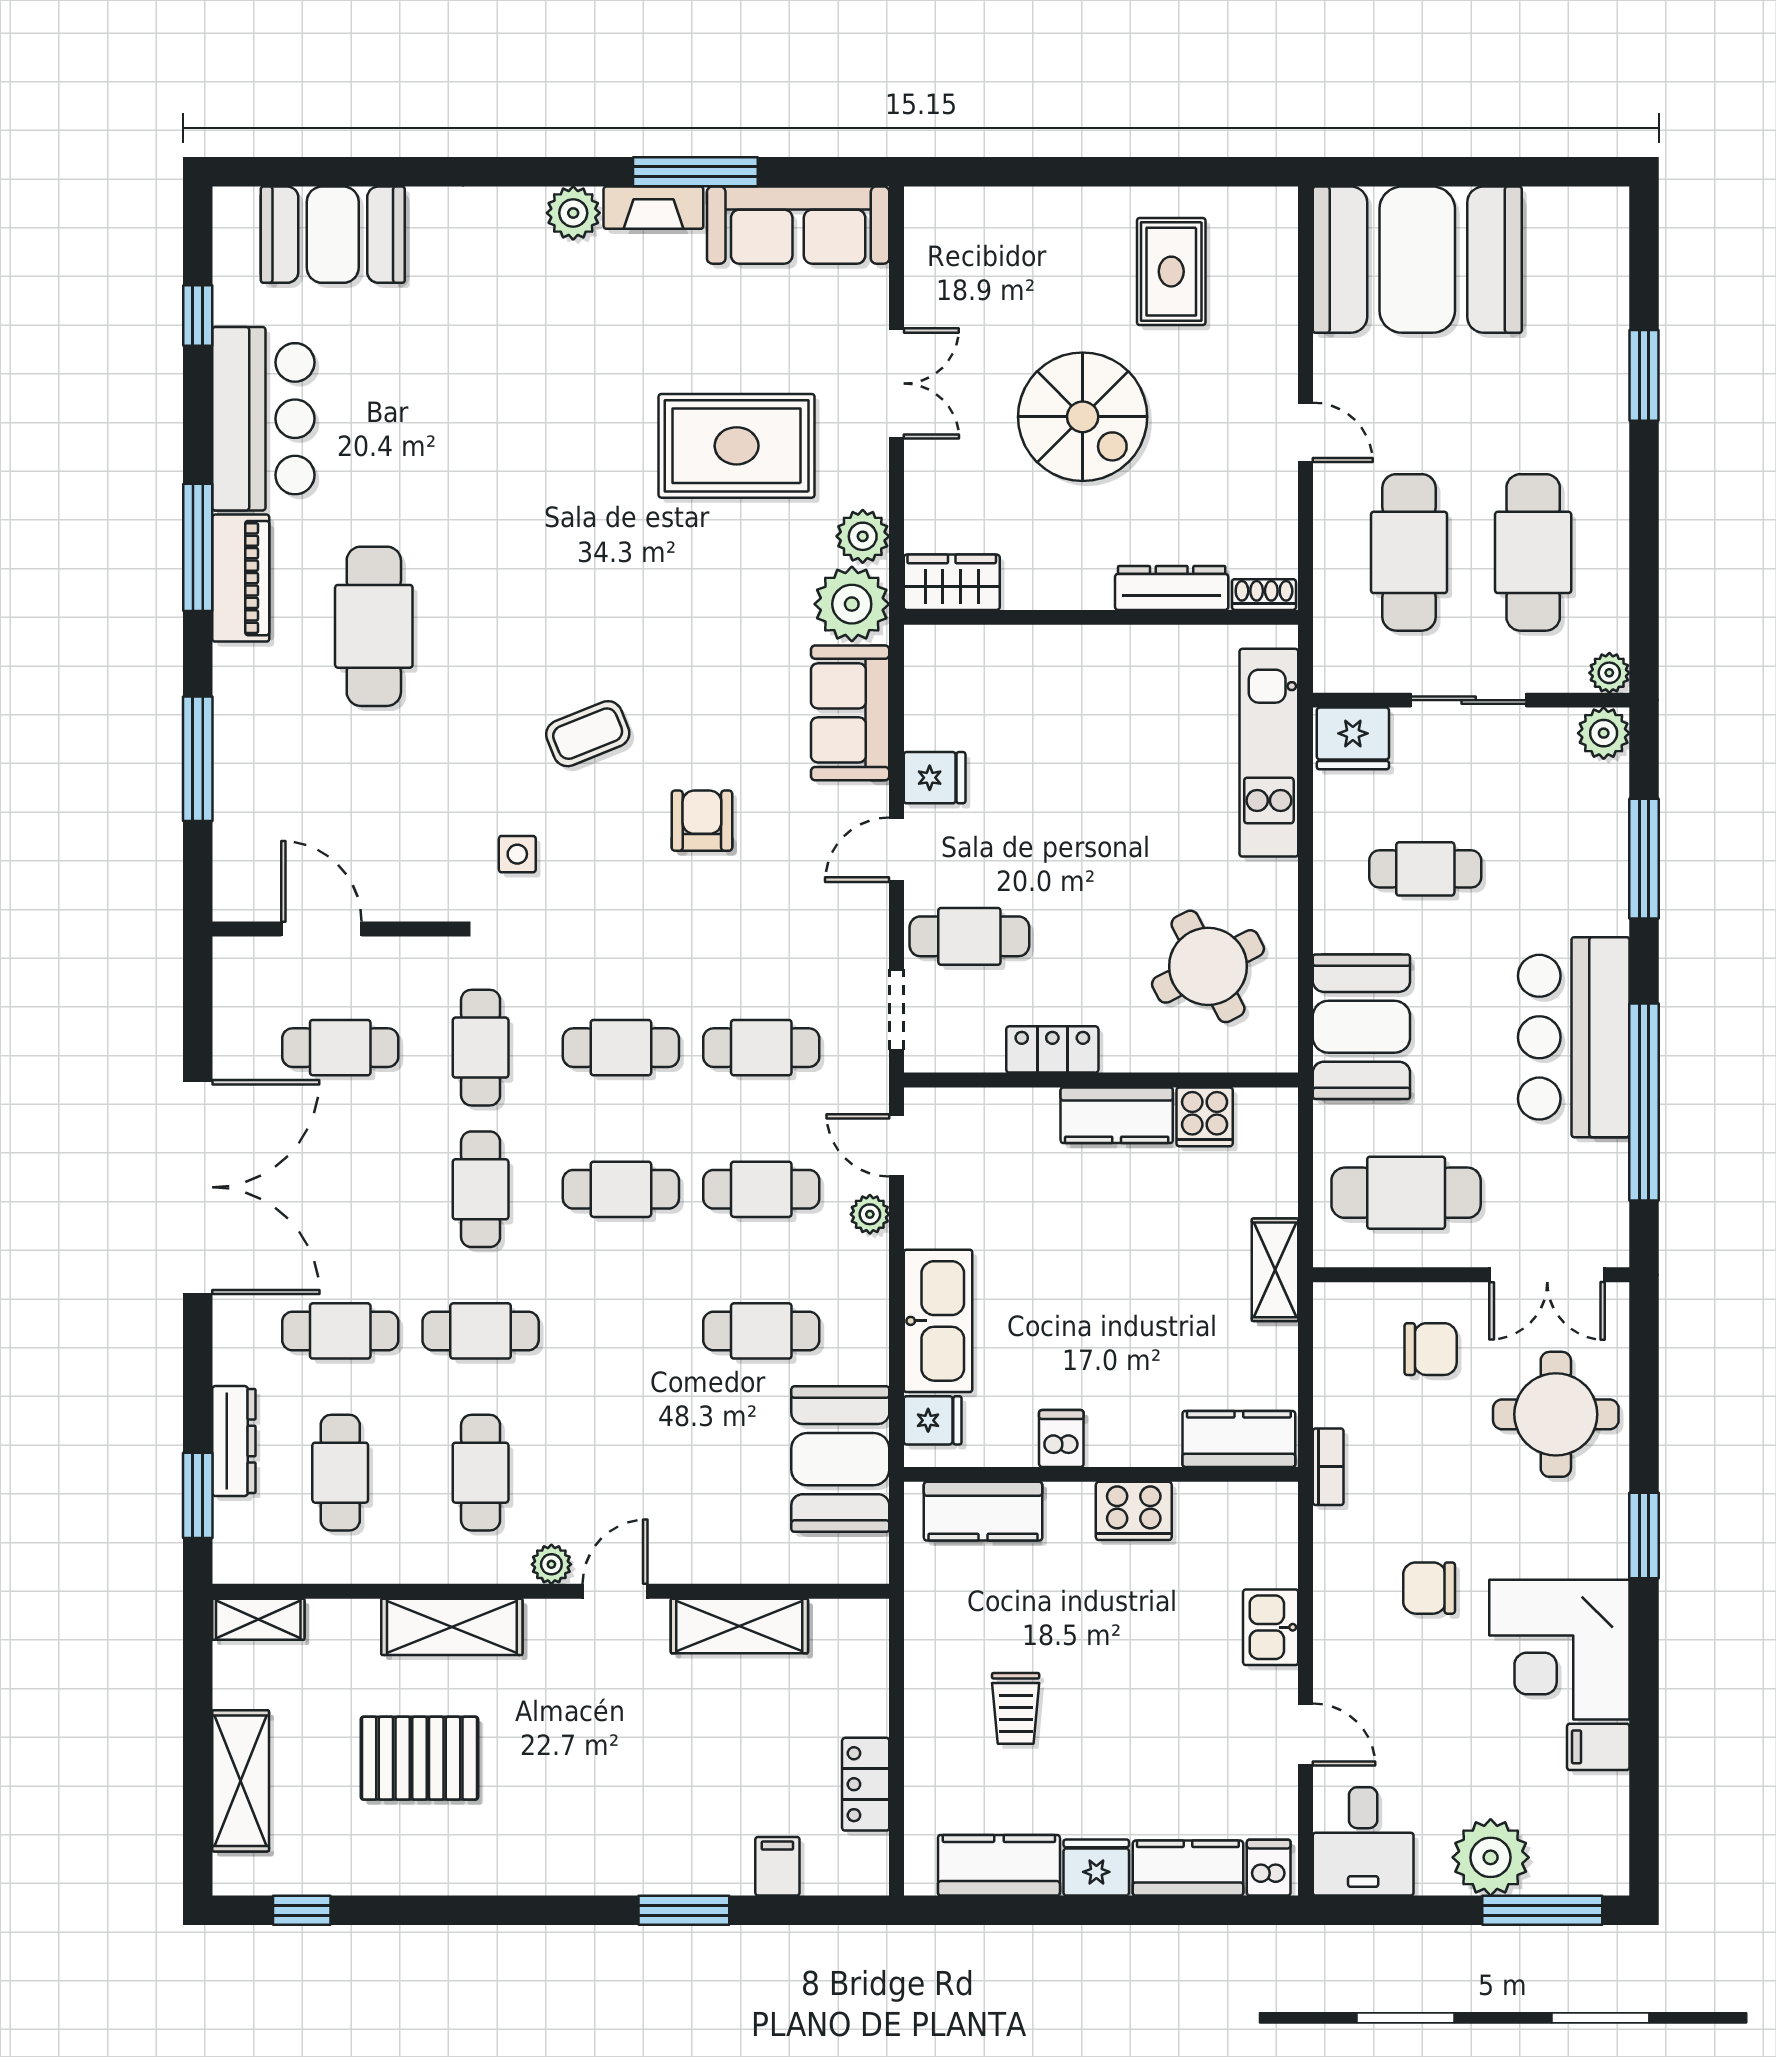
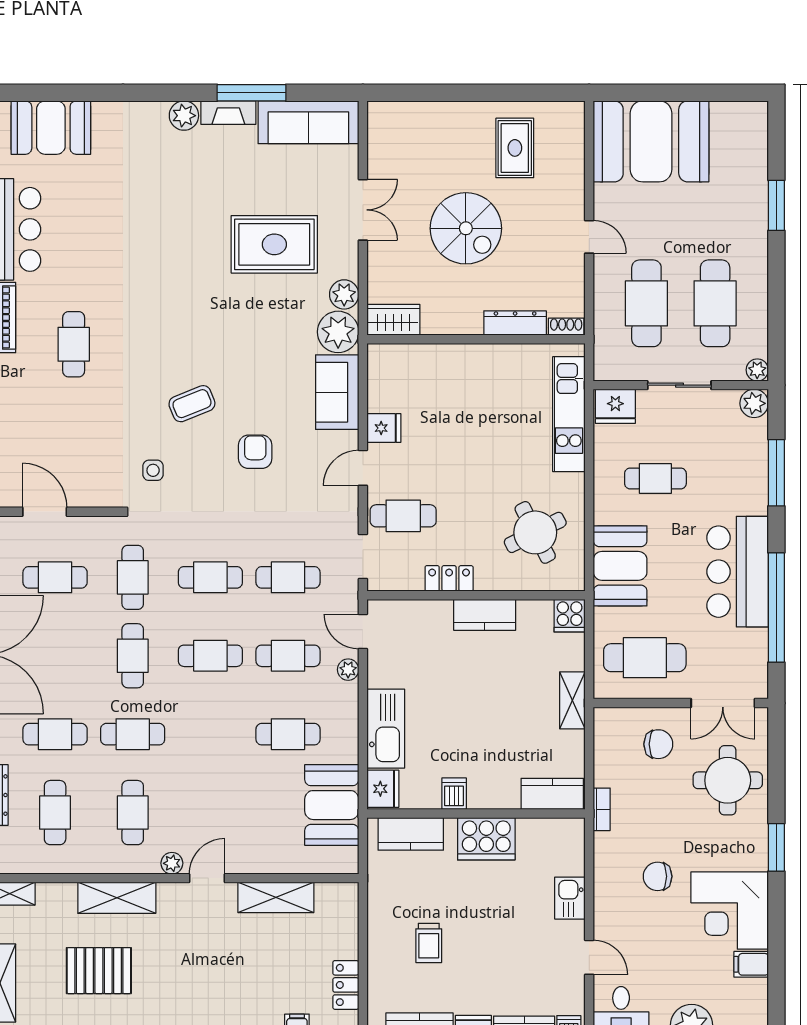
cafe table: (374, 626) -> (74, 344), width x0.73, depth x0.74
cooker: (1205, 1117) -> (570, 616), moved
fridge: (933, 1420) -> (383, 789), width x1.38
cooker: (1134, 1511) -> (486, 839), width x1.37, depth x1.31

